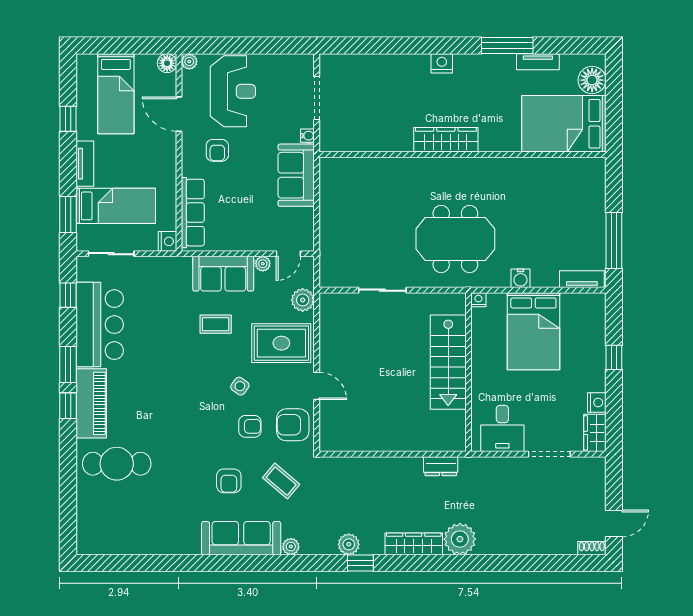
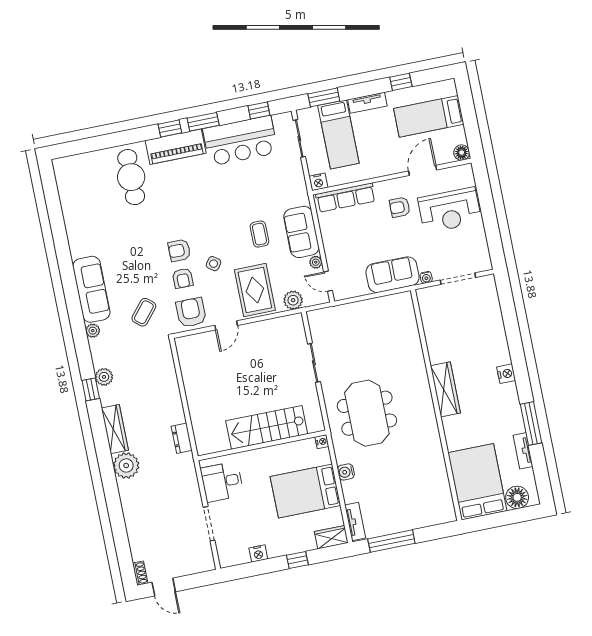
plant: (189, 62) -> (467, 170), removed
wardrobe: (595, 433) -> (331, 537), moved
armchair: (229, 481) -> (179, 250), moved

